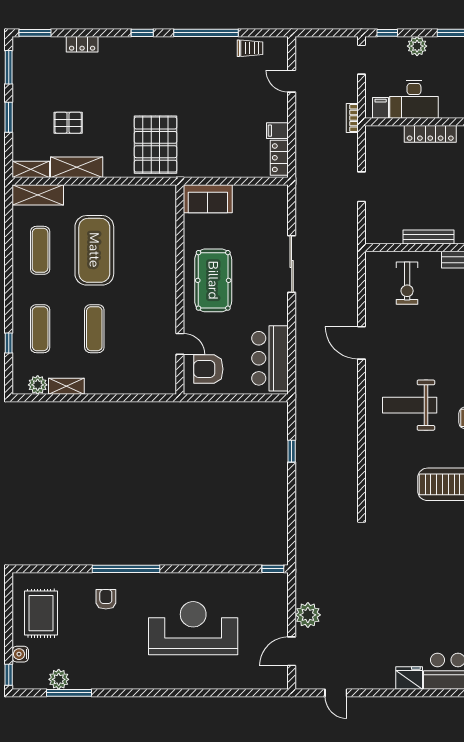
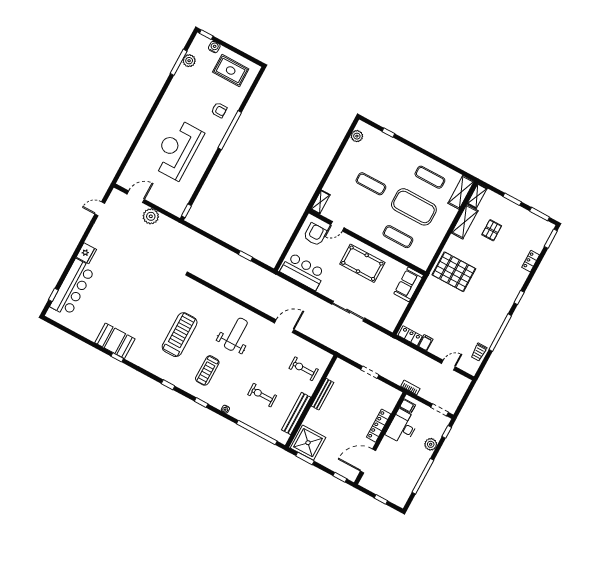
exercise mat: (40, 329) -> (398, 237), moved
shelving: (66, 386) -> (320, 202), moved
reception desk: (193, 628) -> (177, 150), turned 180
door: (292, 651) -> (136, 197), hinge flipped

